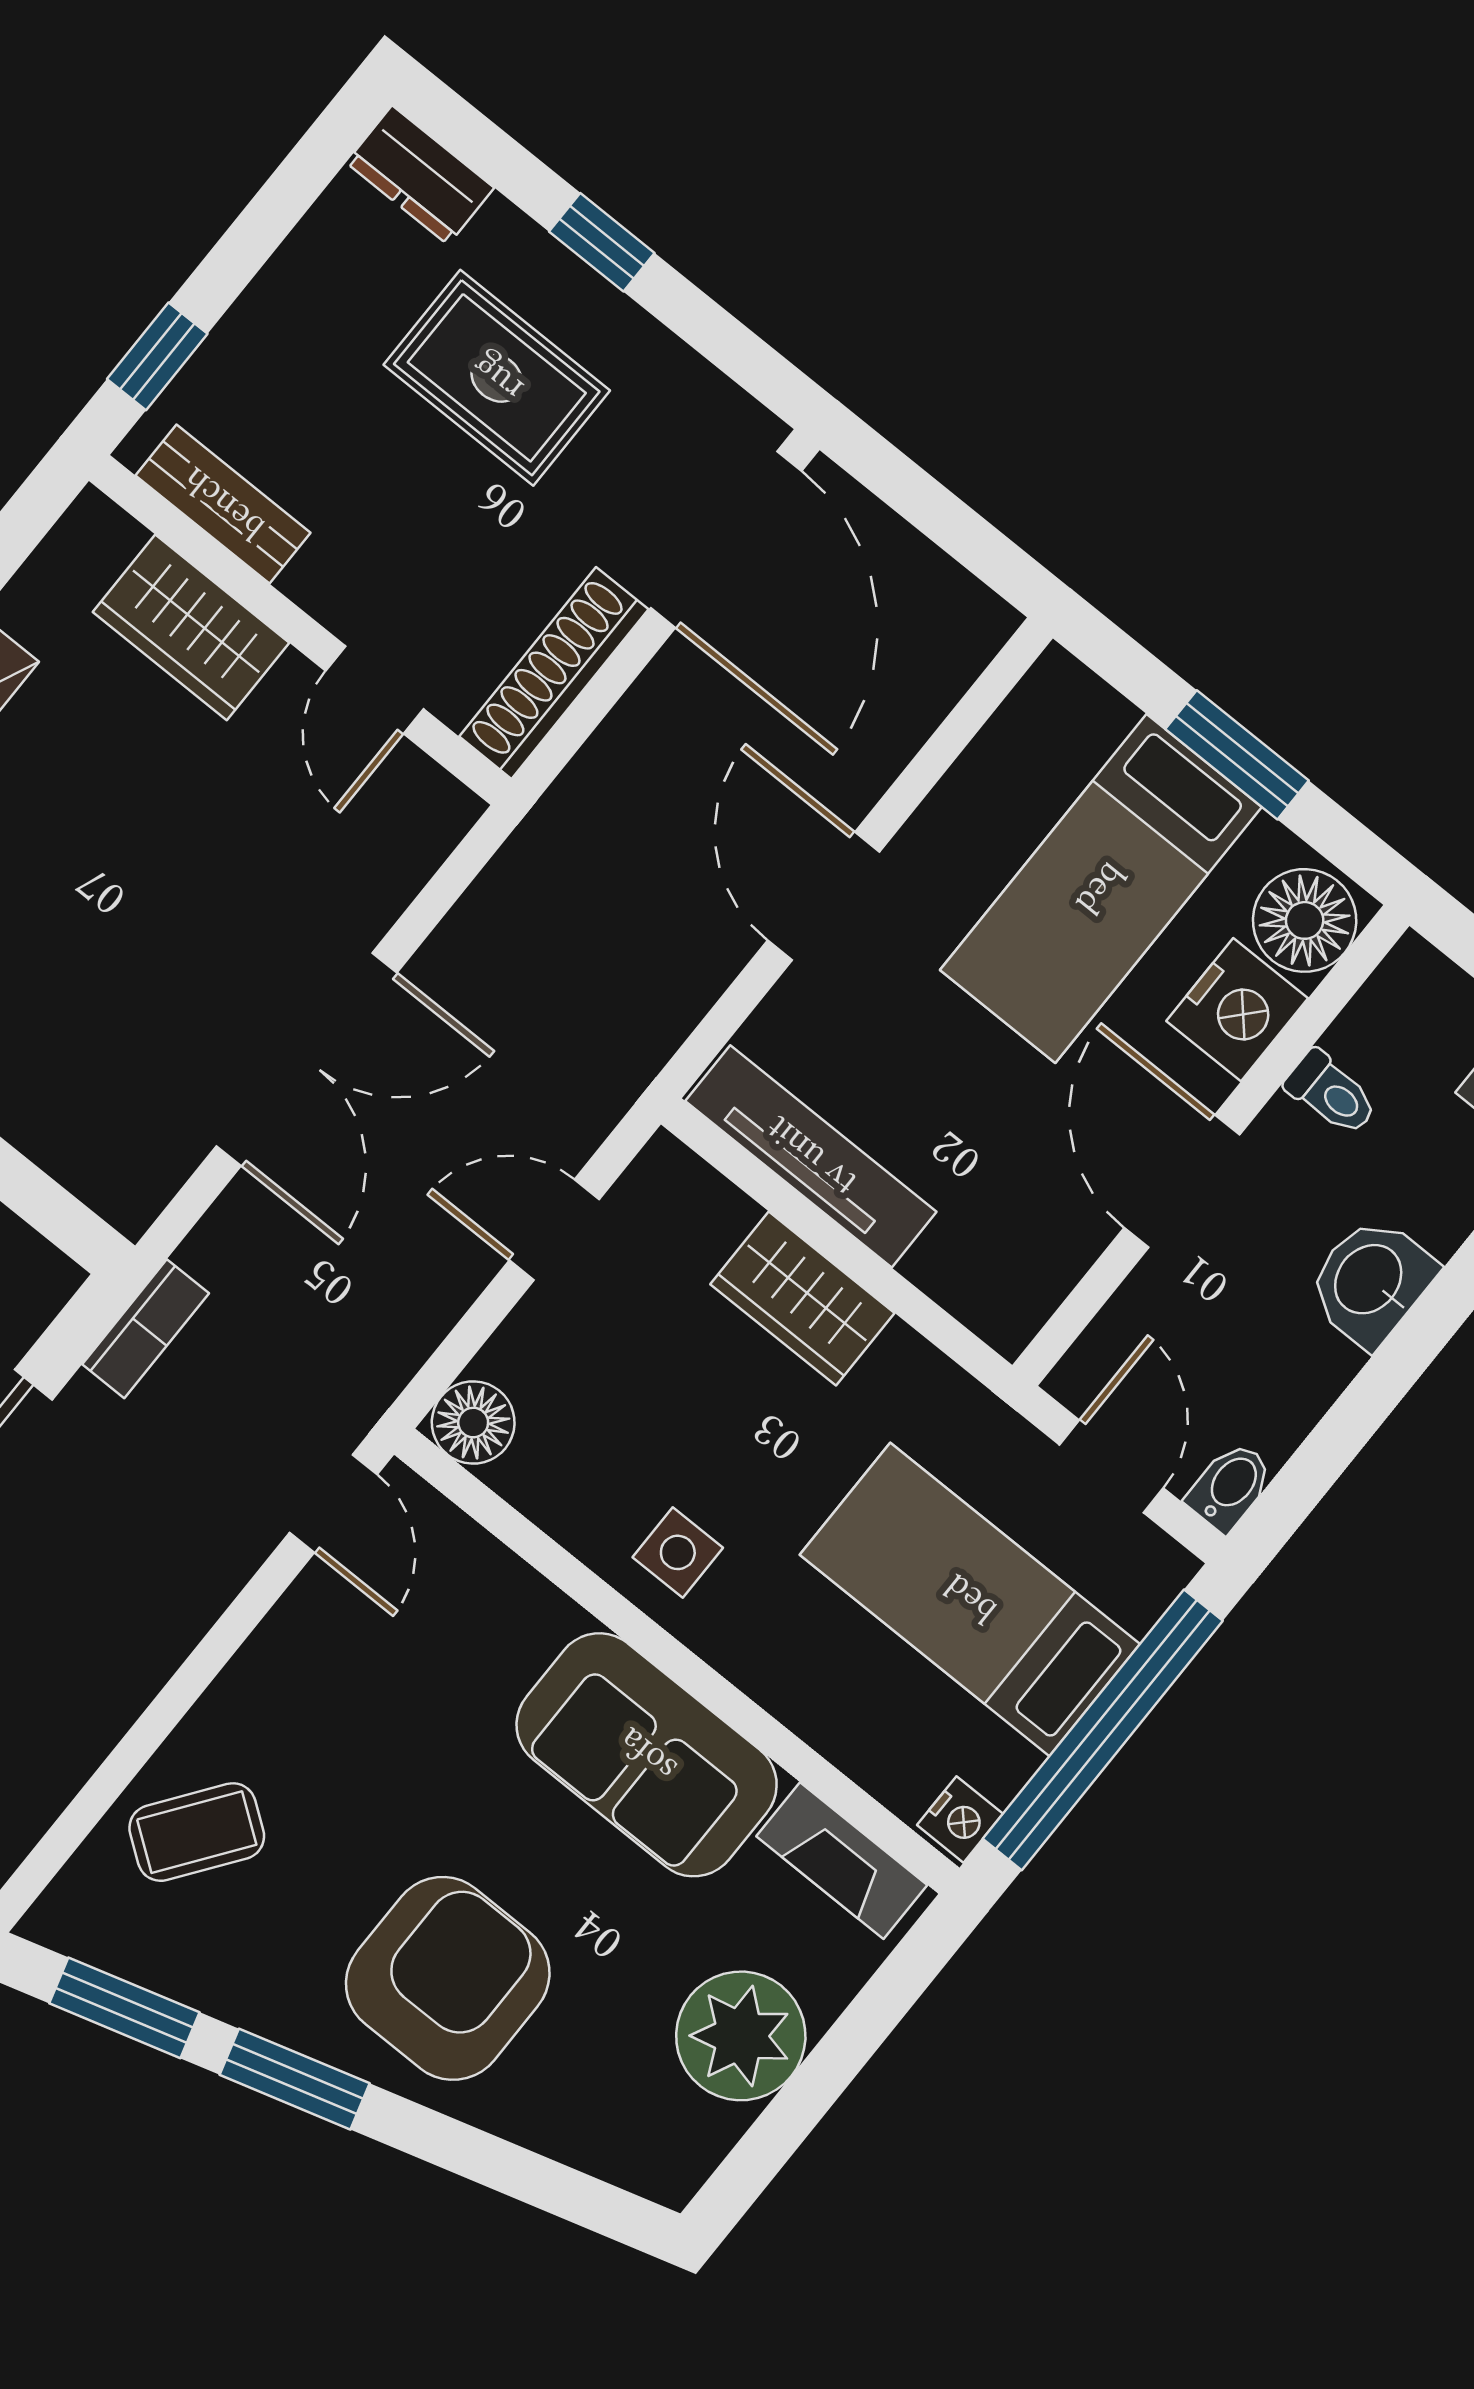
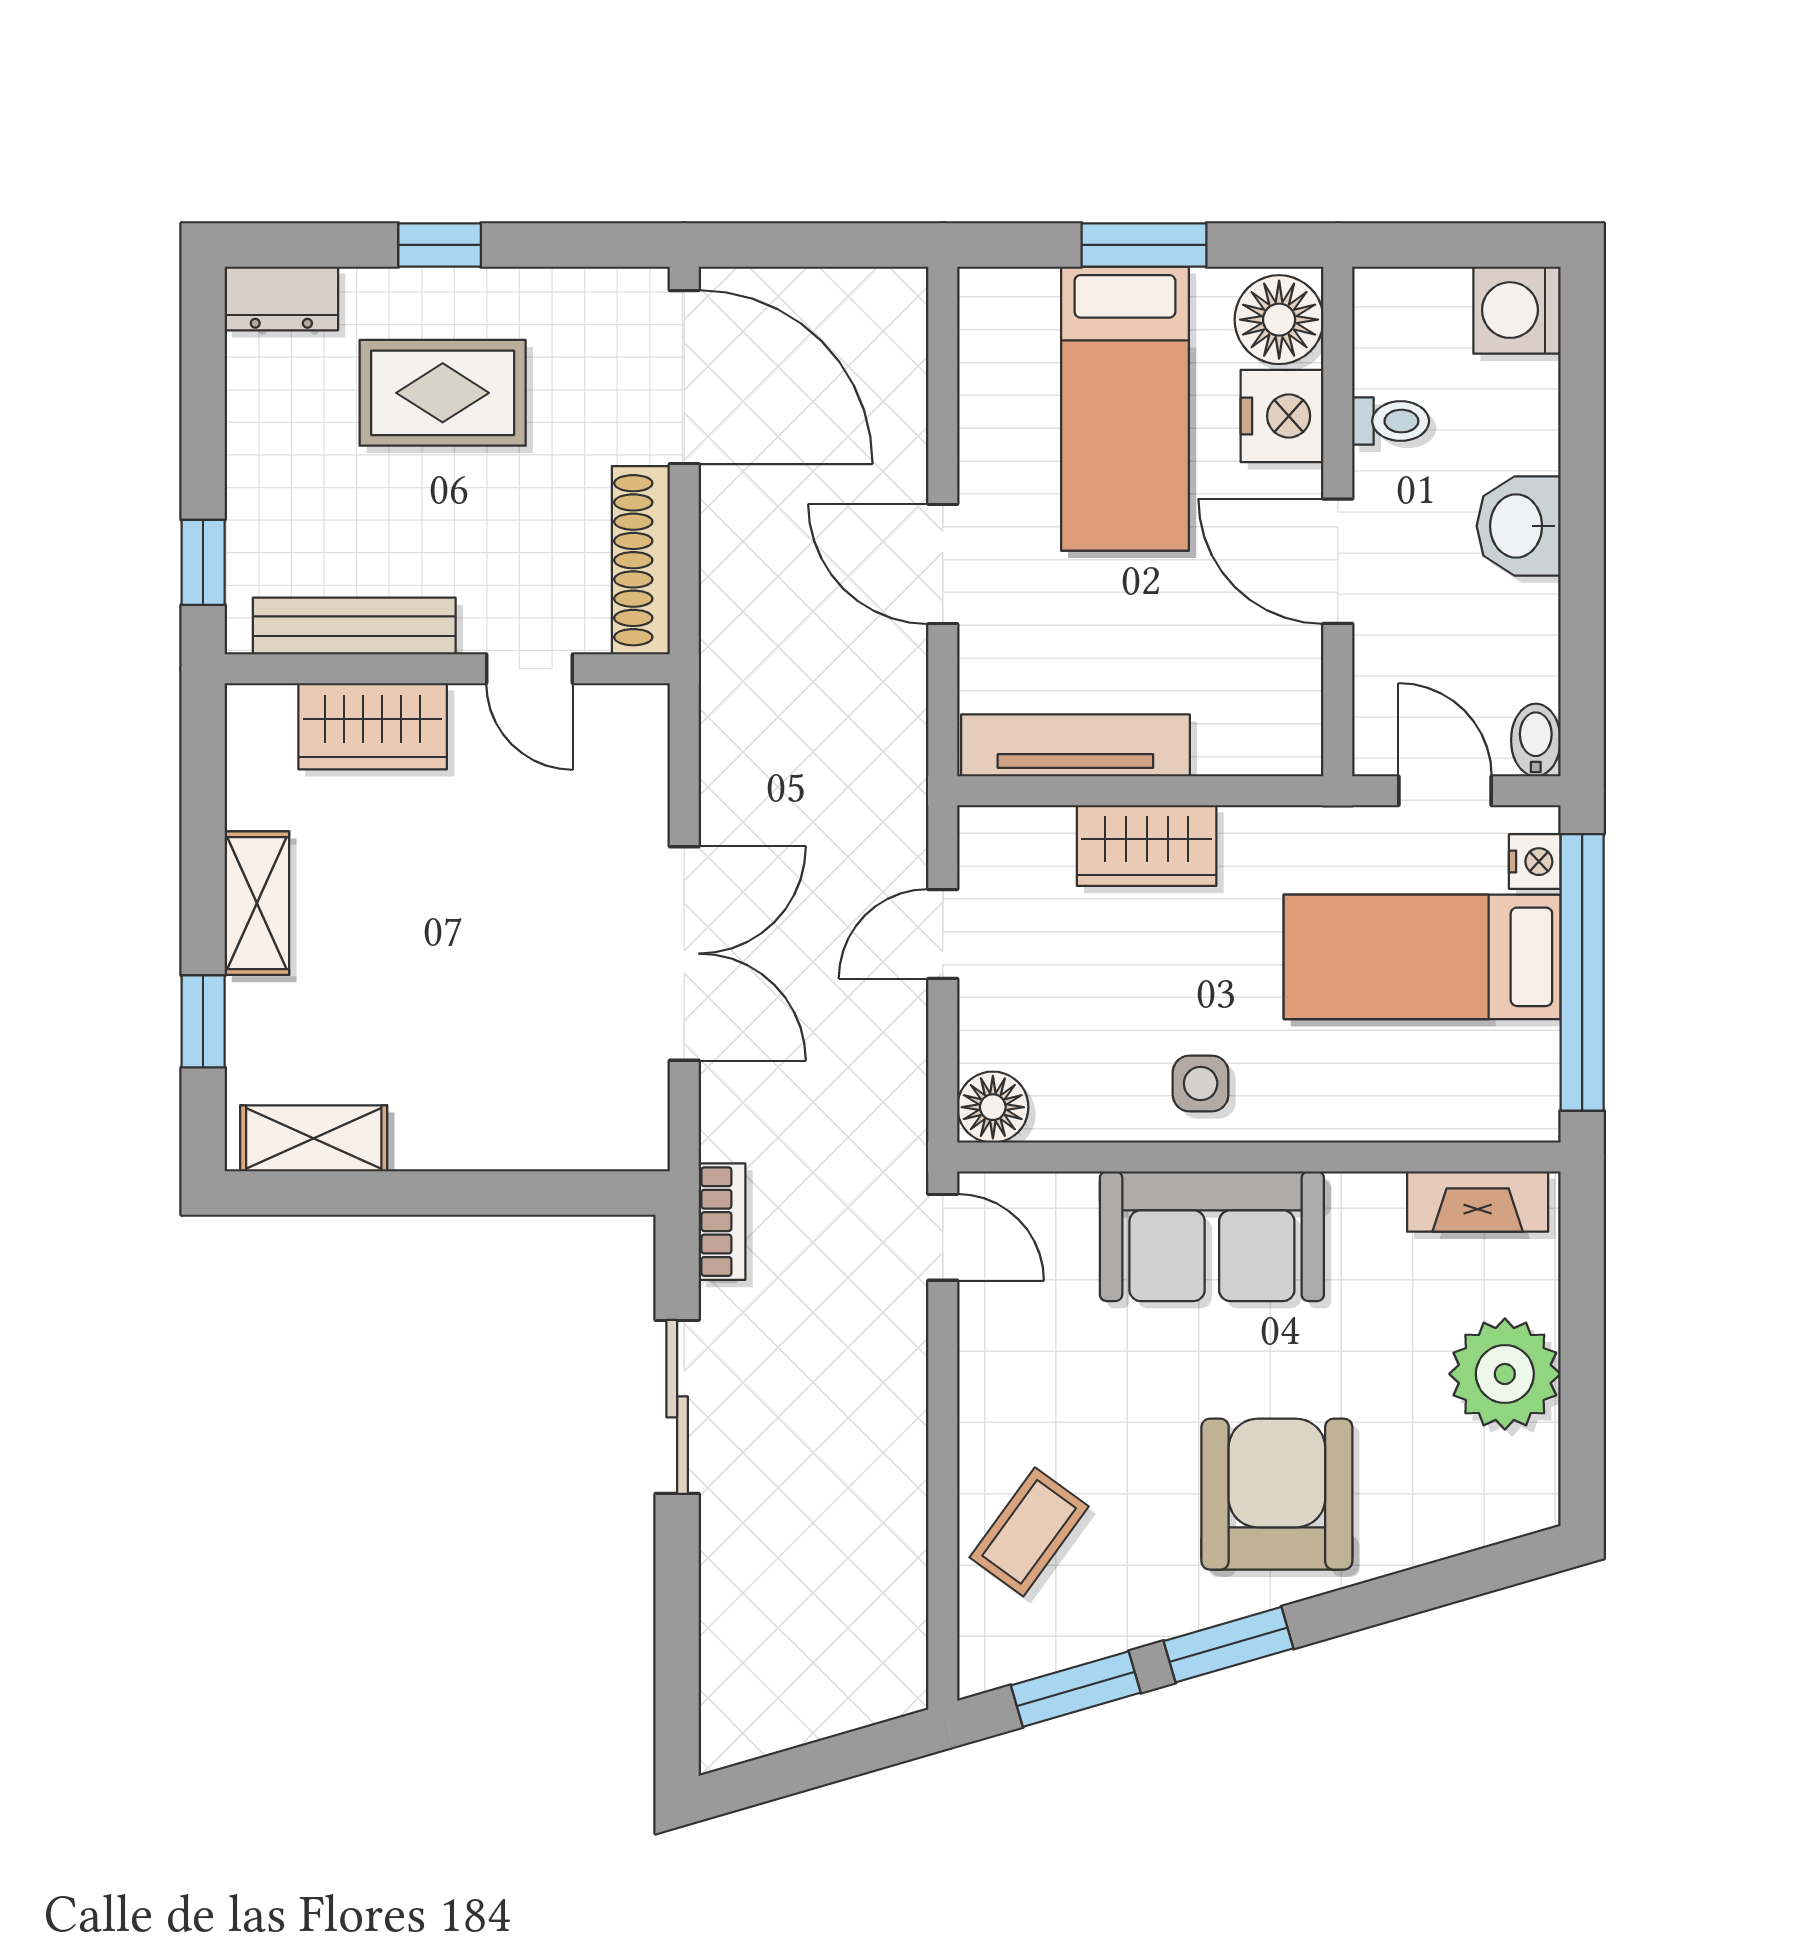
bench: (223, 504) -> (354, 626), width x1.36
sofa: (647, 1755) -> (1212, 1236), moved
nightstand: (960, 1819) -> (1535, 862), moved

